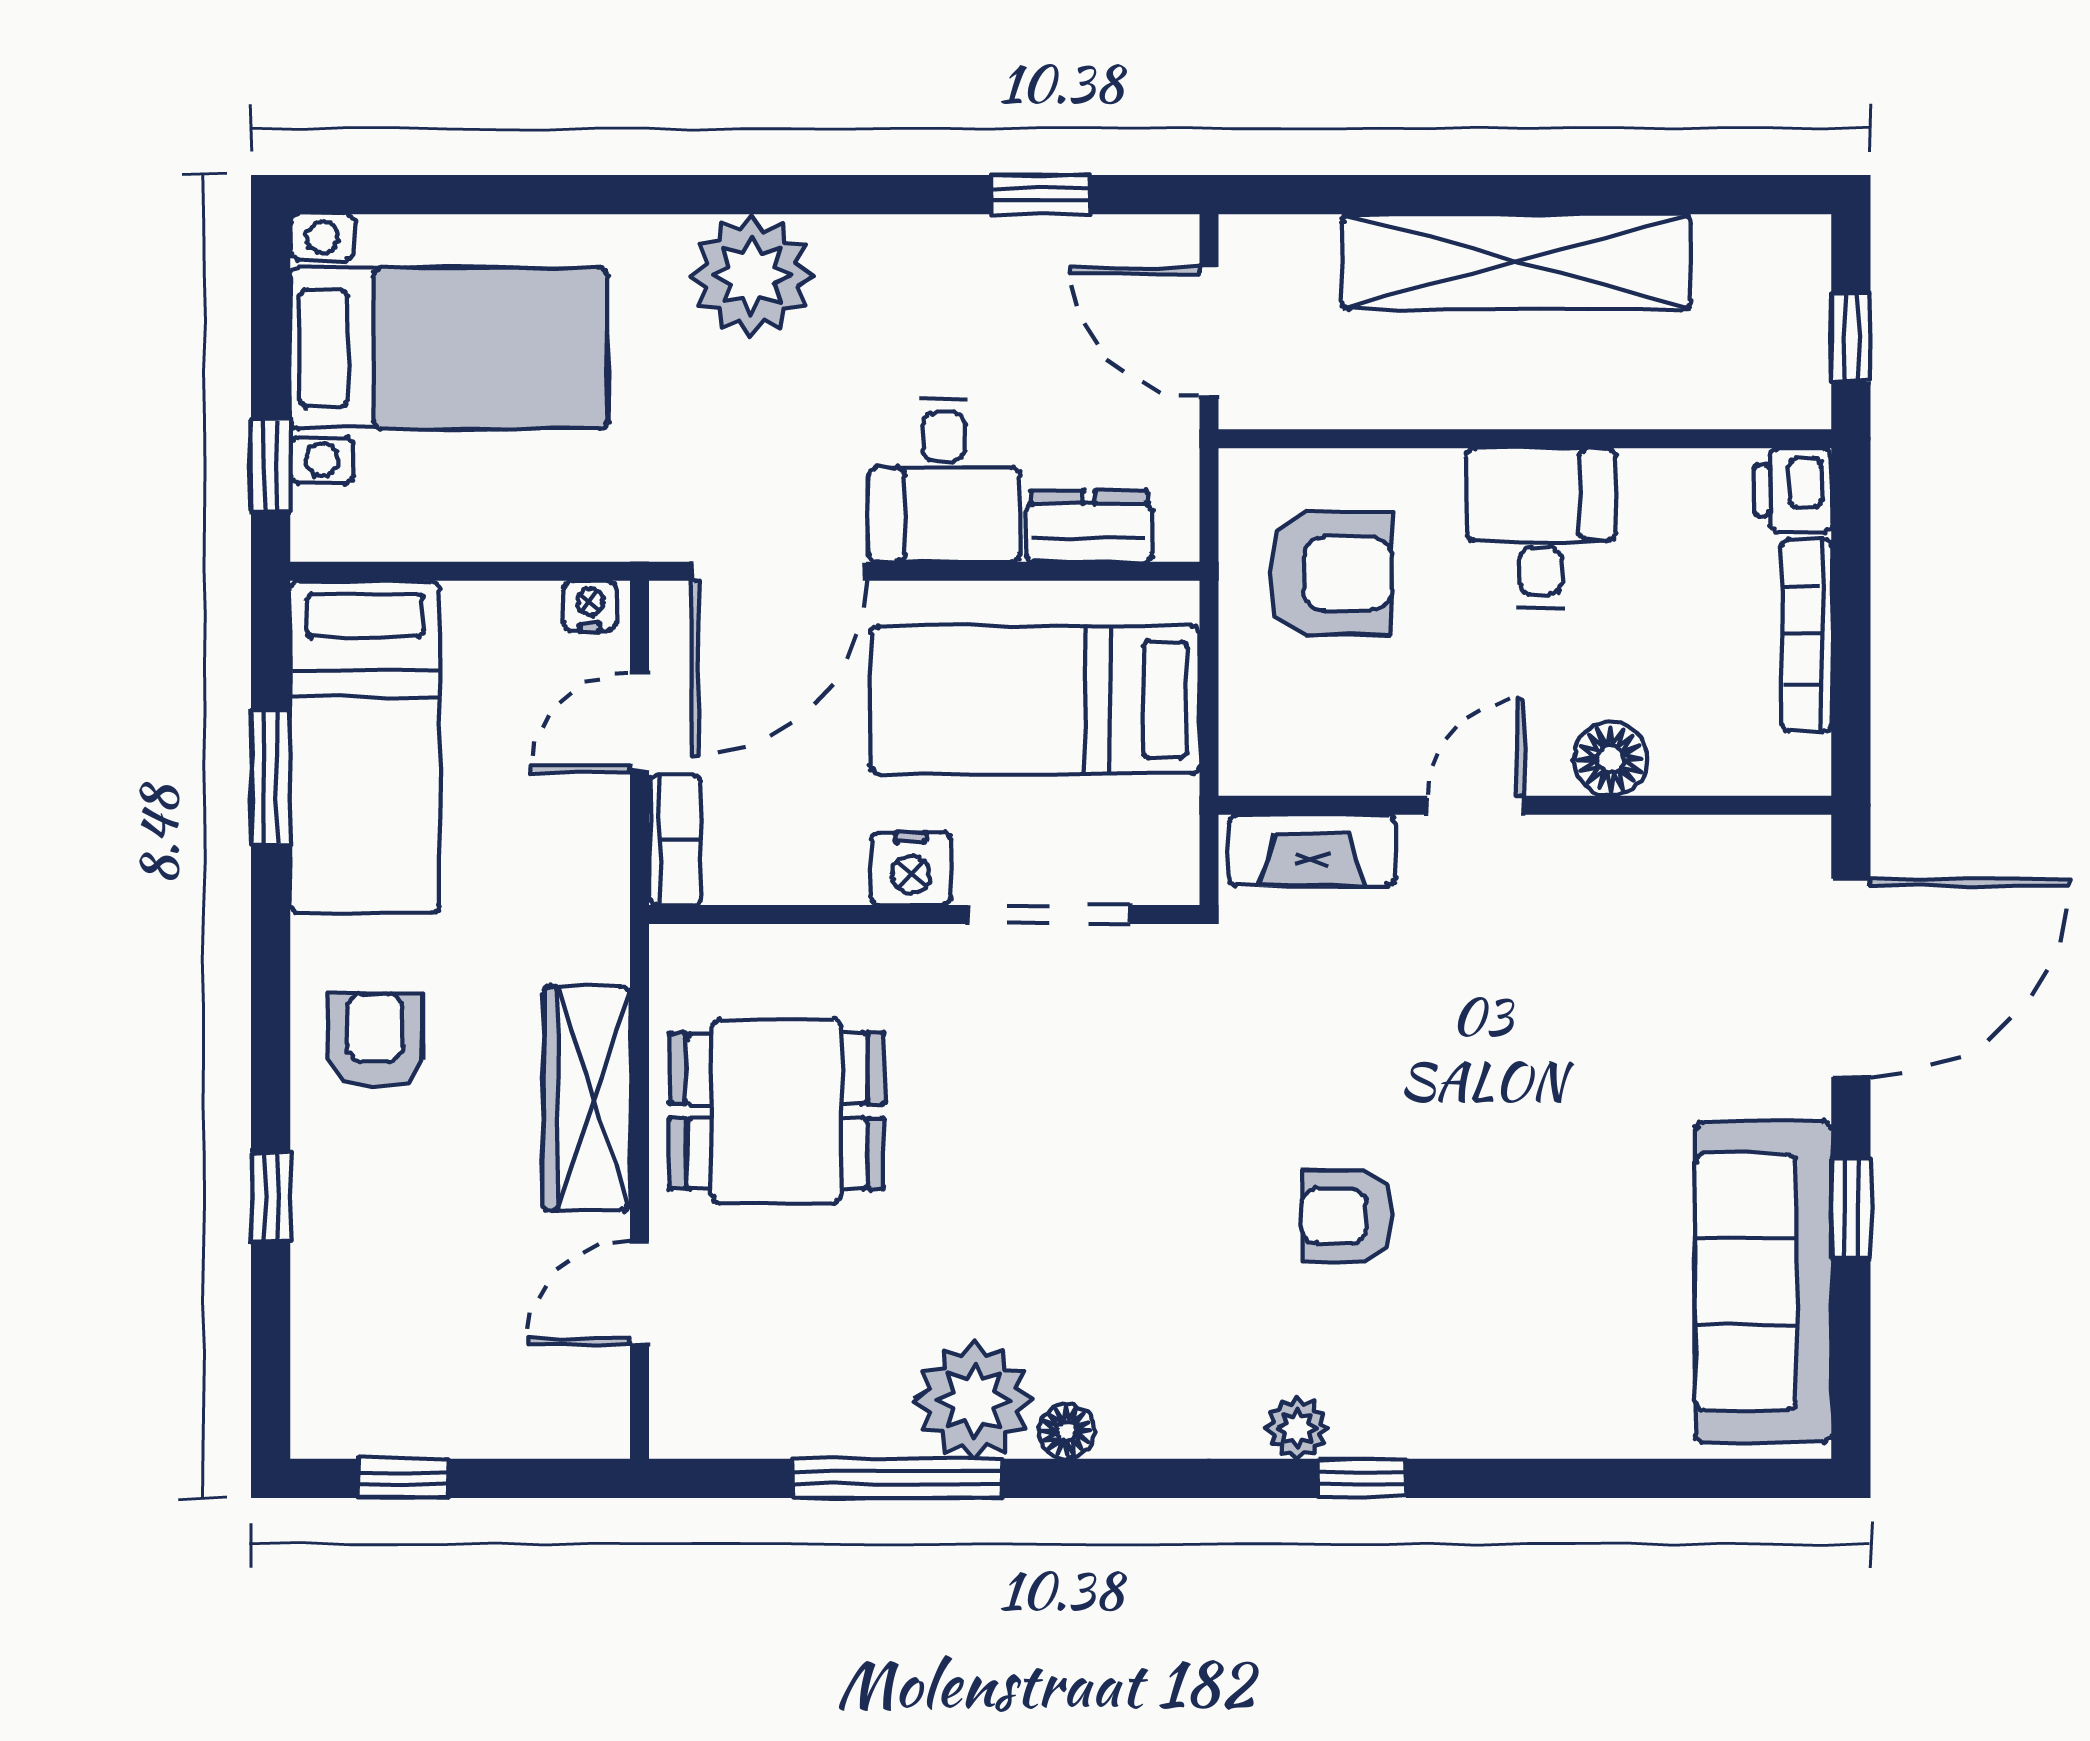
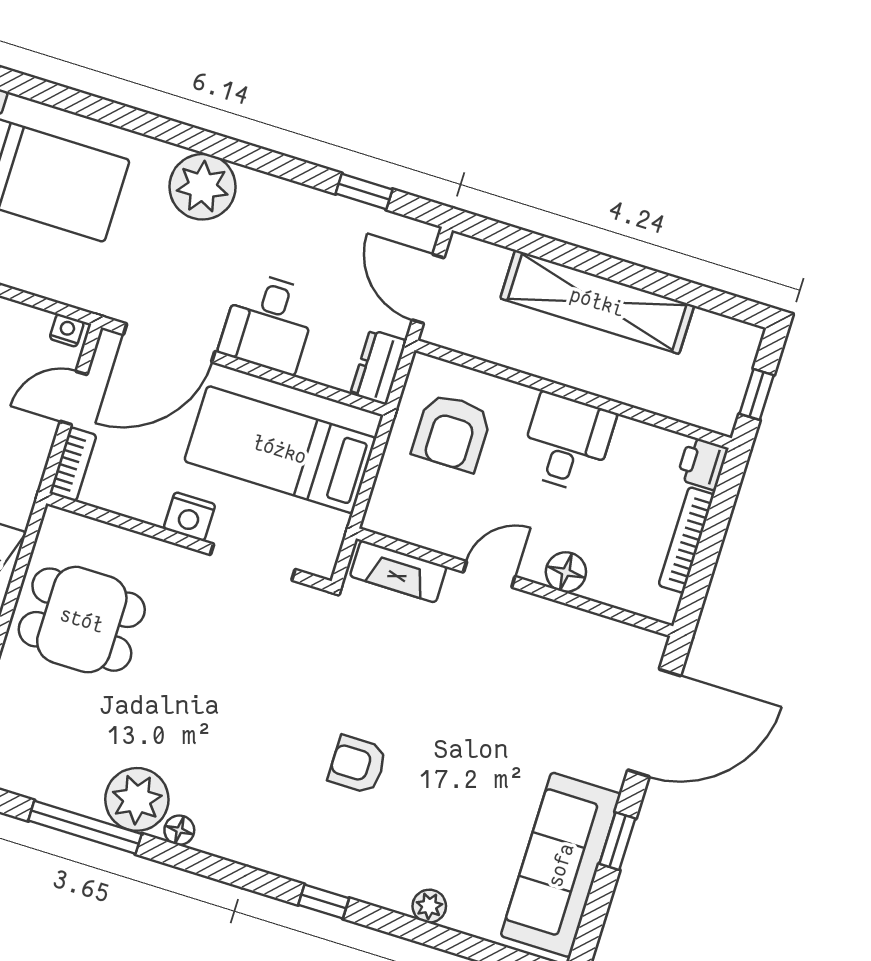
dresser: (1089, 526) -> (378, 367), moved, turned -90
armchair: (1330, 574) -> (452, 432), turned 90
plant: (1297, 1428) -> (429, 906), moved

